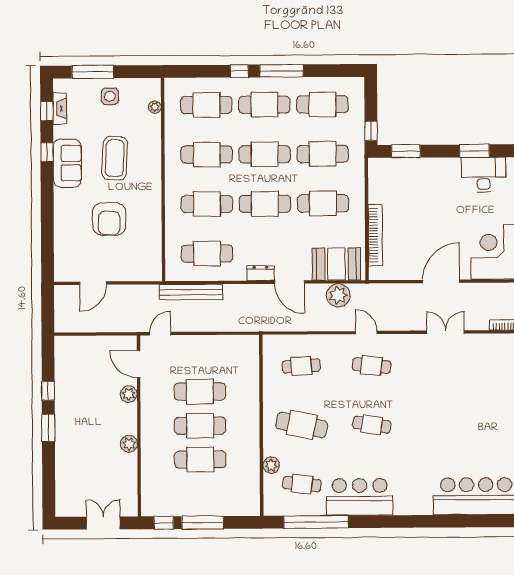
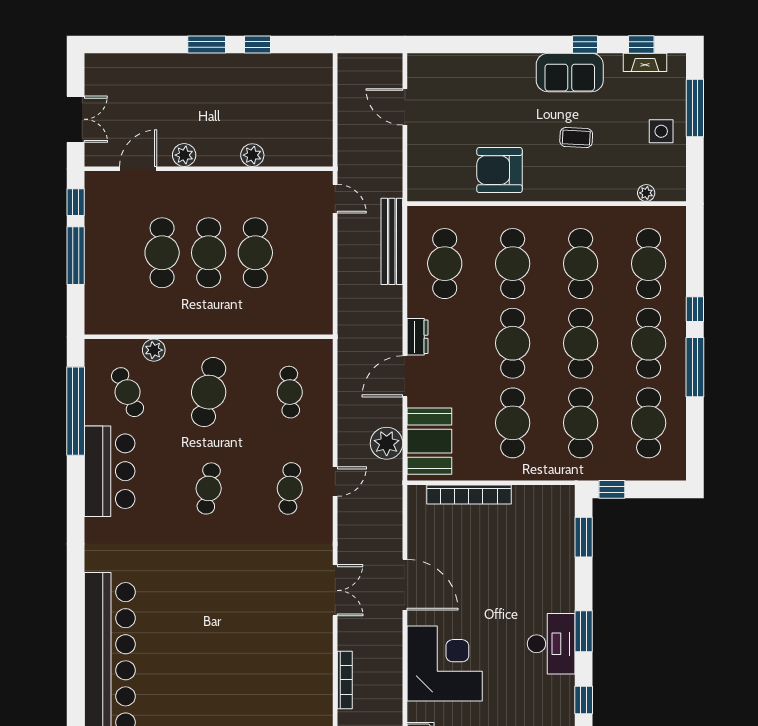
coffee table: (115, 158) -> (576, 138), width x0.54, depth x0.58
armchair: (109, 219) -> (500, 170), moved
door: (139, 364) -> (138, 169), moved
cafe table: (302, 484) -> (128, 392), turned -30

